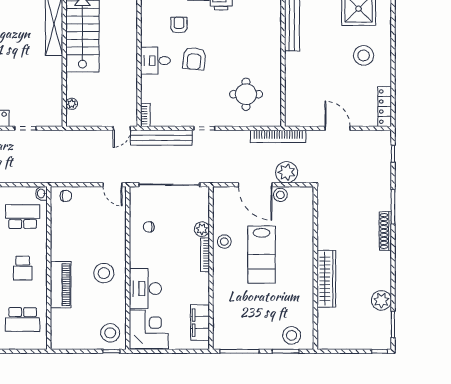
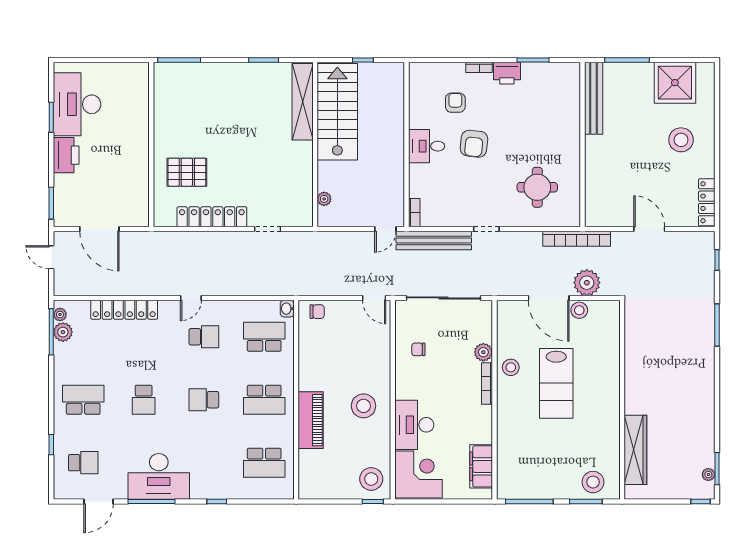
shoe rack: (385, 231) -> (708, 354), removed
school desk: (23, 268) -> (264, 400), width x1.85
wardrobe: (326, 279) -> (635, 450), moved
plant: (381, 300) -> (708, 475), moved, width x0.53, depth x0.53

